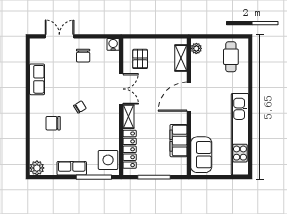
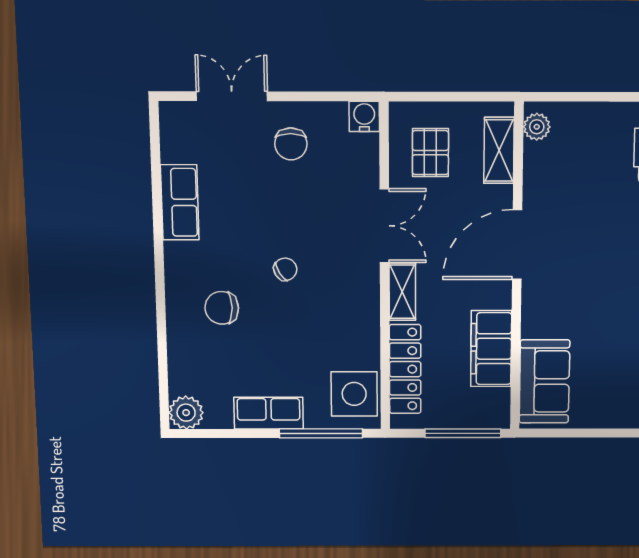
plant: (196, 48) -> (537, 127), moved
shelving: (181, 58) -> (499, 150), moved
door: (189, 97) -> (517, 245), moved
wall: (189, 107) -> (517, 269), moved
filing cabinet: (179, 141) -> (491, 349), moved
sofa: (201, 155) -> (544, 382), moved

